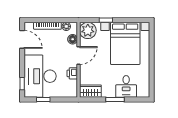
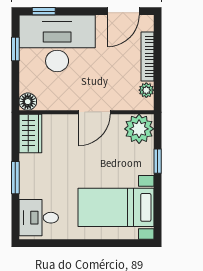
floor lamp: (73, 39) -> (28, 102), moved
bed with nightstands: (125, 43) -> (116, 207), width x0.73
door: (79, 56) -> (94, 112), hinge flipped
printer: (72, 73) -> (62, 101), removed
desk: (126, 86) -> (39, 218), moved

